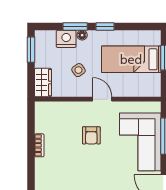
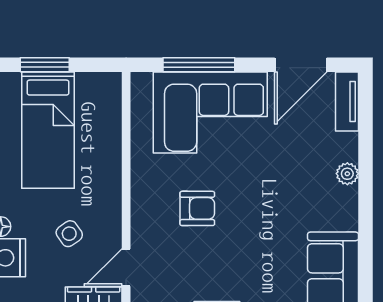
door: (102, 99) -> (126, 268), moved

